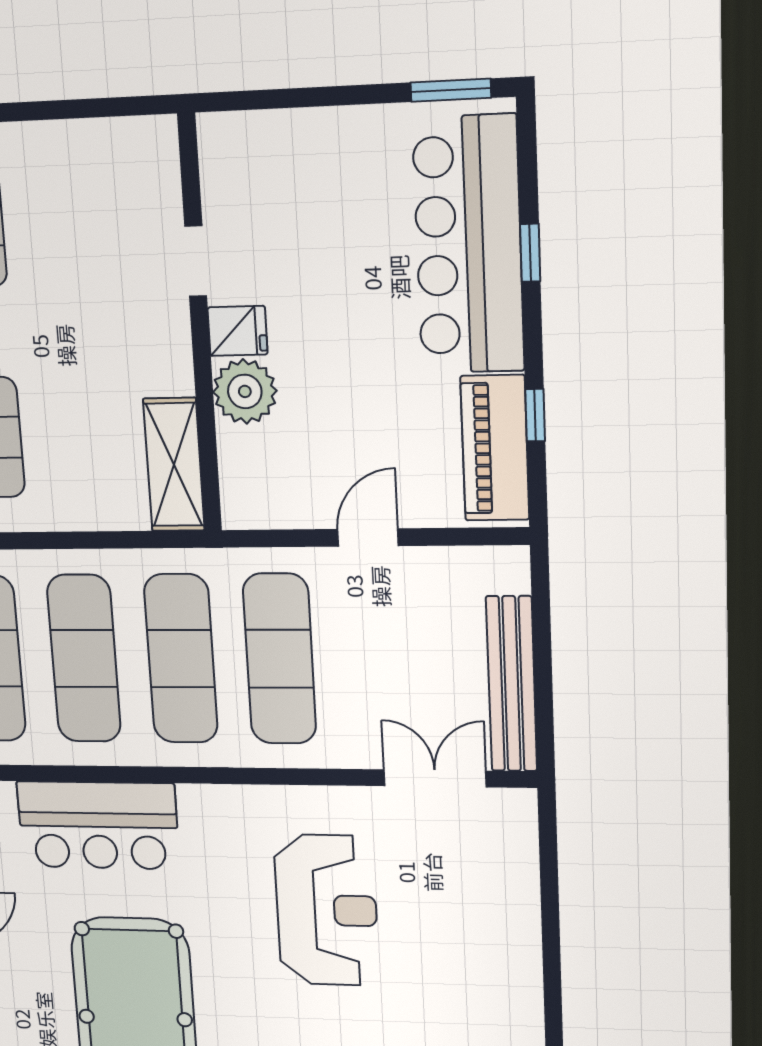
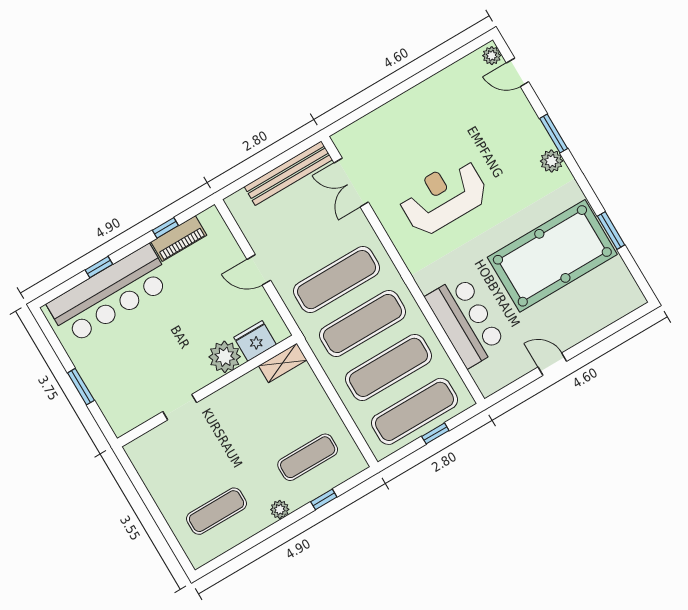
window: (451, 90) -> (81, 387), moved
fridge: (238, 331) -> (255, 341), moved, width x1.38
piano: (495, 448) -> (179, 238), width x0.73, depth x0.75
shelving: (174, 465) -> (283, 363), width x0.67, depth x0.75

